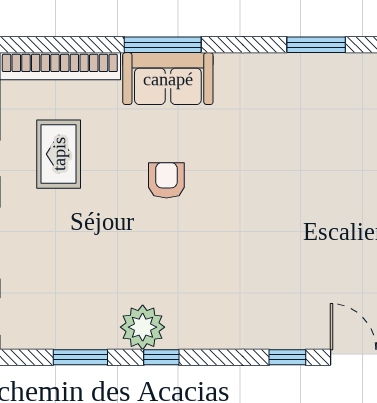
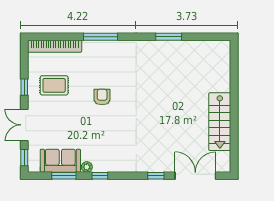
sofa: (168, 79) -> (60, 161), moved, turned 180
rug: (59, 154) -> (54, 85), turned 90
plant: (143, 327) -> (87, 167), width x0.53, depth x0.53

